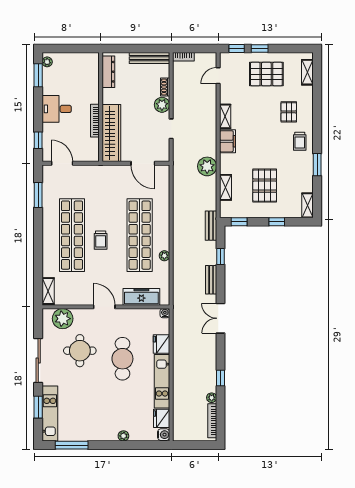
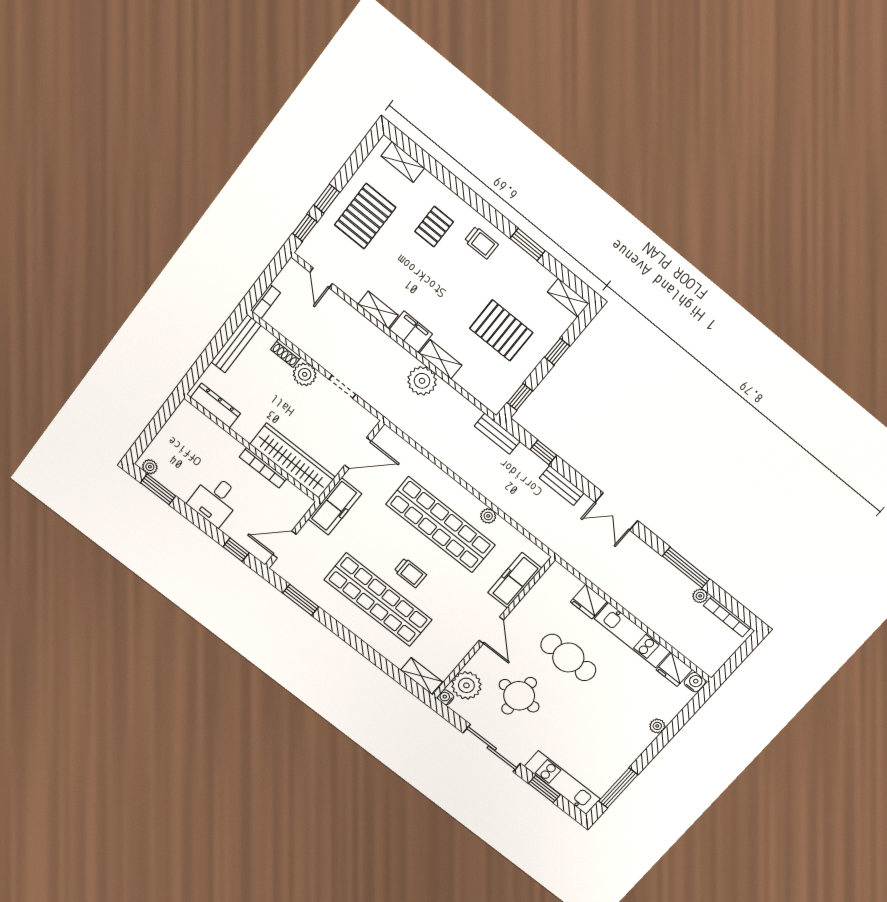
pallet: (289, 112) -> (434, 227), turned 90
freezer: (105, 173) -> (335, 506), added
shelving: (226, 187) -> (441, 359), moved
door: (104, 307) -> (491, 630), swing flipped
water cooler: (165, 313) -> (446, 697), moved
window: (220, 378) -> (686, 568), width x2.17

